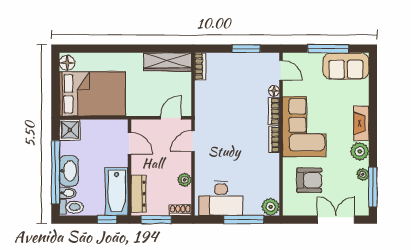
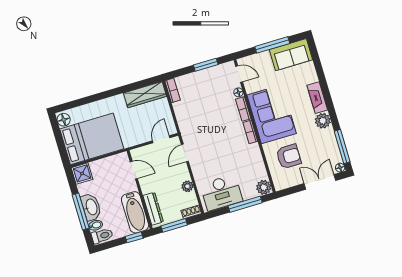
window: (55, 172) -> (81, 211), width x0.68
plant: (363, 174) -> (331, 139), removed
floor lamp: (364, 210) -> (340, 168), added

